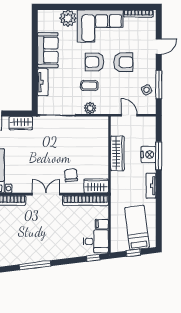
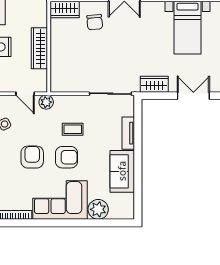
armchair: (123, 62) -> (32, 157), turned 90
plant: (90, 108) -> (46, 102), moved

